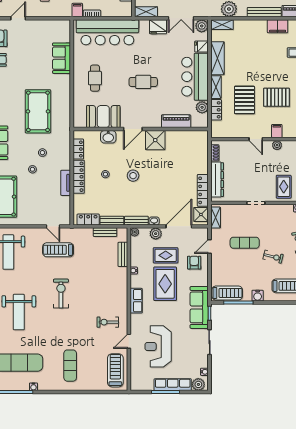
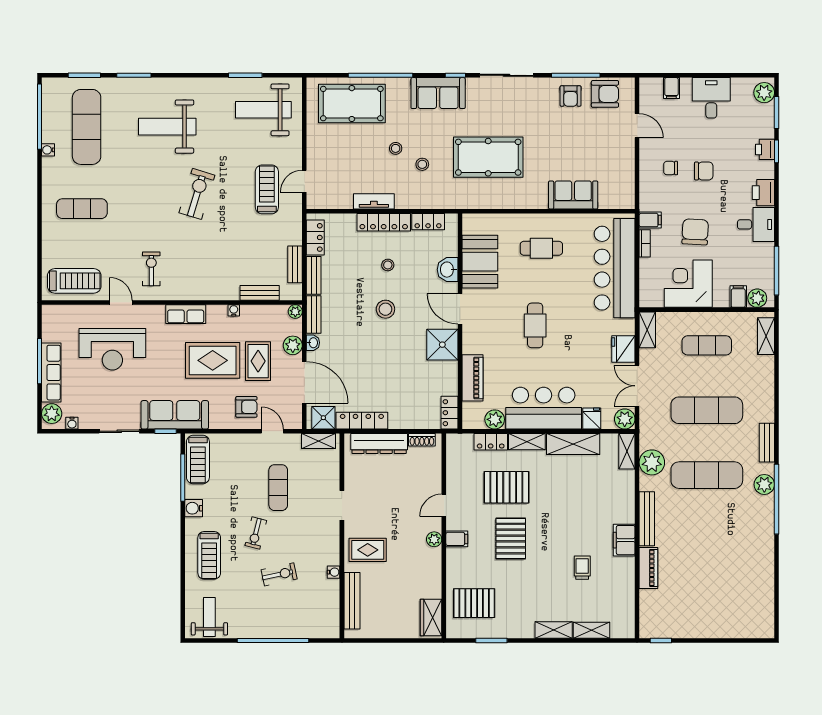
locker: (198, 136) -> (449, 413), added
exercise bike: (61, 294) -> (197, 194), turned -73
reception desk: (158, 346) -> (112, 349), turned 180

